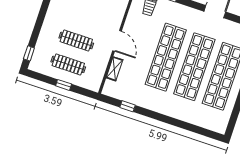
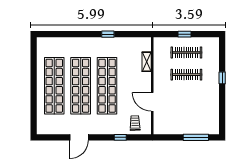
door: (117, 41) -> (152, 102), moved
window: (29, 53) -> (222, 78), moved
window: (127, 106) -> (108, 34), moved

